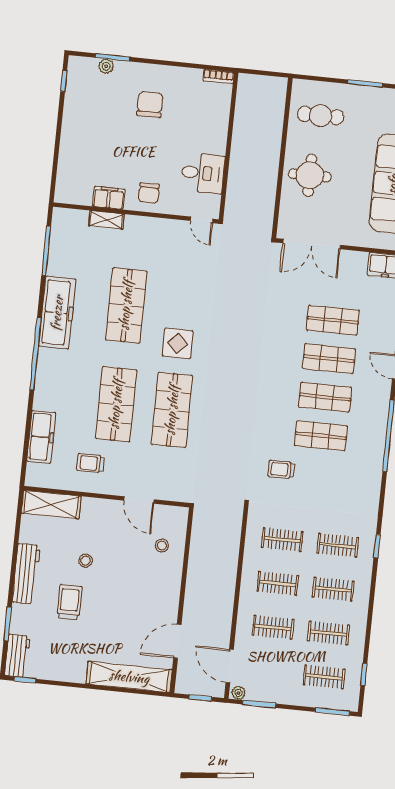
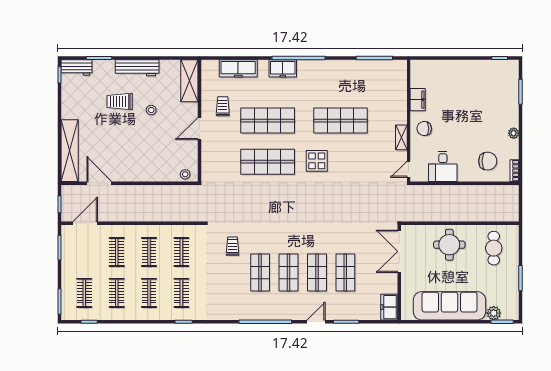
plant: (106, 66) -> (514, 133), moved
chair: (150, 104) -> (488, 161), moved
shelving: (106, 220) -> (401, 137), moved
freezer: (57, 313) -> (283, 68), moved, width x0.52, depth x0.79
door: (139, 500) -> (199, 129), moved
stool: (162, 546) -> (185, 174), moved
trolley: (70, 602) -> (120, 102), turned 180
plant: (239, 693) -> (66, 232), removed

